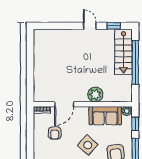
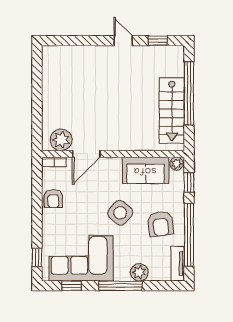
stairs: (123, 52) -> (172, 111), moved
plant: (95, 95) -> (61, 140), moved
armchair: (55, 133) -> (53, 199), moved

